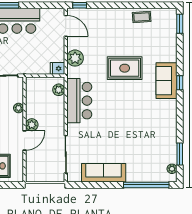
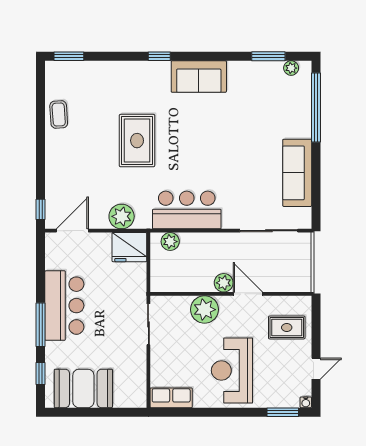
fridge: (57, 68) -> (129, 247), width x1.88, depth x1.34
sofa: (166, 81) -> (199, 77), moved
plant: (19, 108) -> (204, 310), width x1.88, depth x1.88

